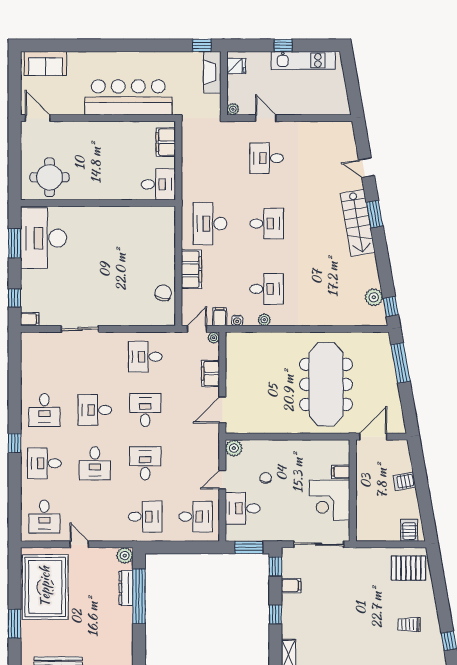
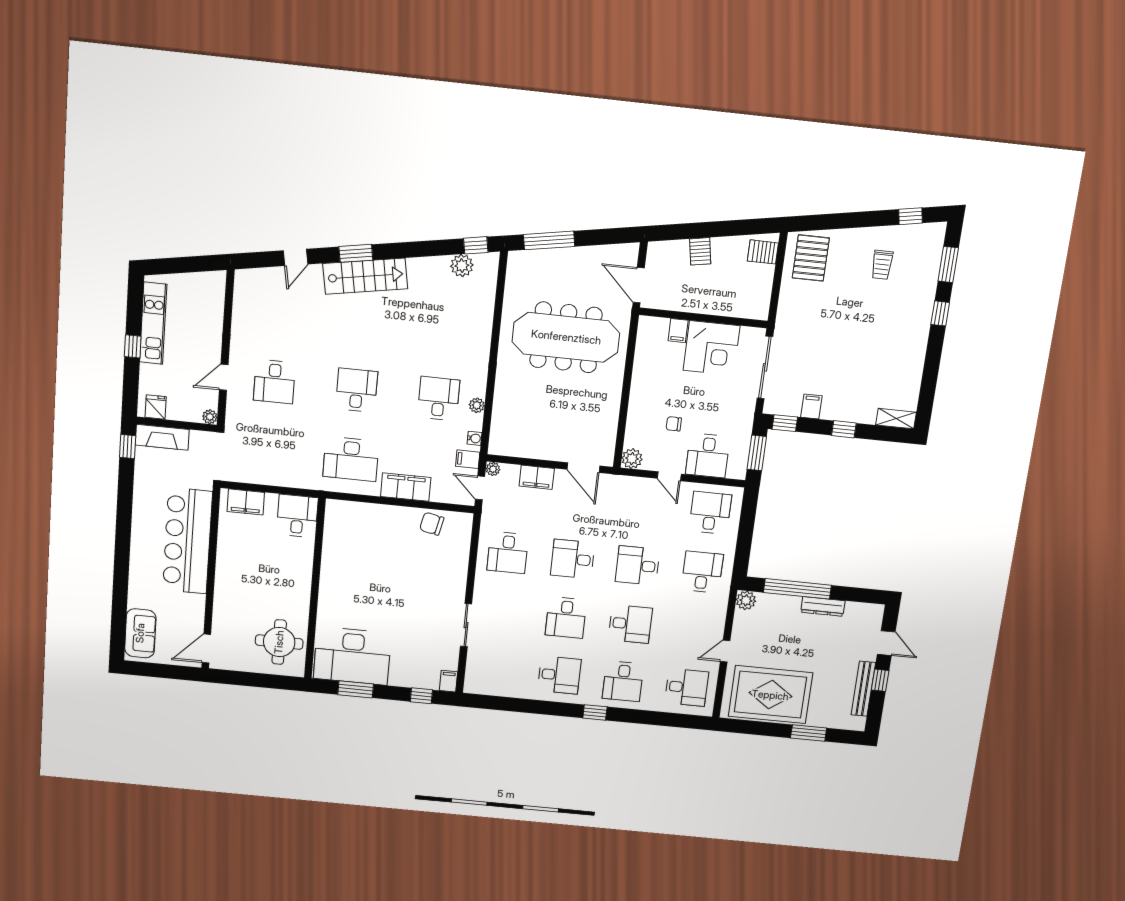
dresser: (126, 588) -> (823, 606), moved

